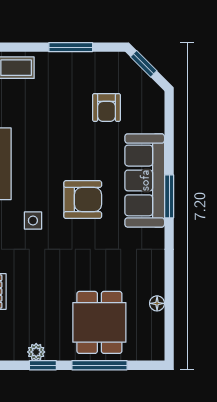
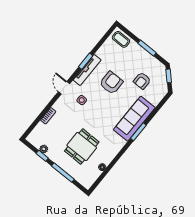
armchair: (83, 200) -> (111, 83), moved, turned -90
dining table: (99, 322) -> (82, 146), moved

